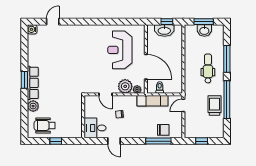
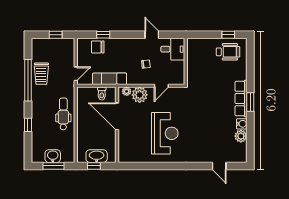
door: (53, 22) -> (219, 166), hinge flipped
water cooler: (32, 29) -> (242, 124), moved
reception desk: (120, 50) -> (165, 133), moved
window: (227, 59) -> (28, 125), width x0.46
dental chair: (208, 68) -> (63, 114), moved, turned 180
door: (105, 94) -> (161, 86), swing flipped
plant: (33, 106) -> (241, 136), moved
window: (56, 141) -> (228, 35), moved
window: (158, 141) -> (103, 35), width x0.46

